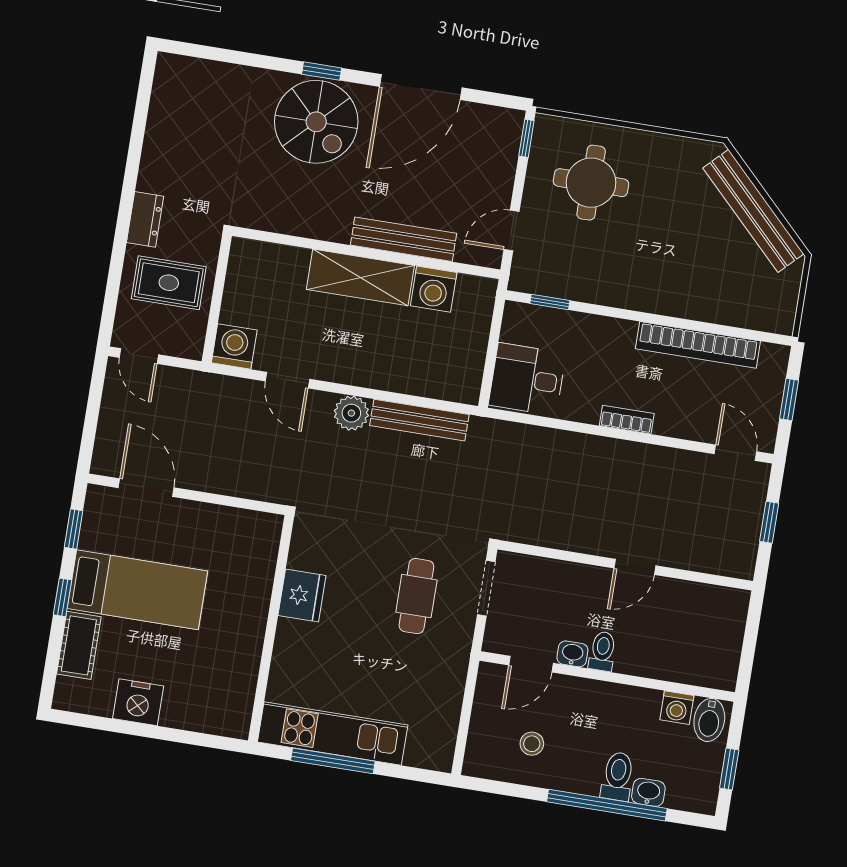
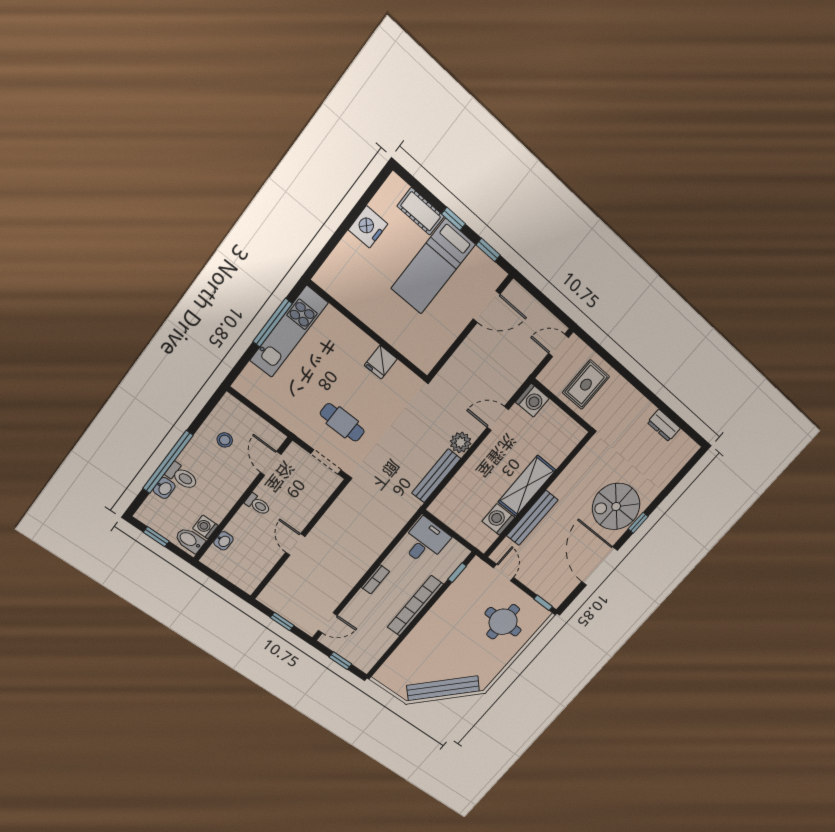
dresser: (145, 219) -> (664, 425), moved
bookcase: (698, 345) -> (415, 606), moved
fridge: (302, 595) -> (381, 362), width x0.72
washbasin: (572, 654) -> (223, 541), moved

